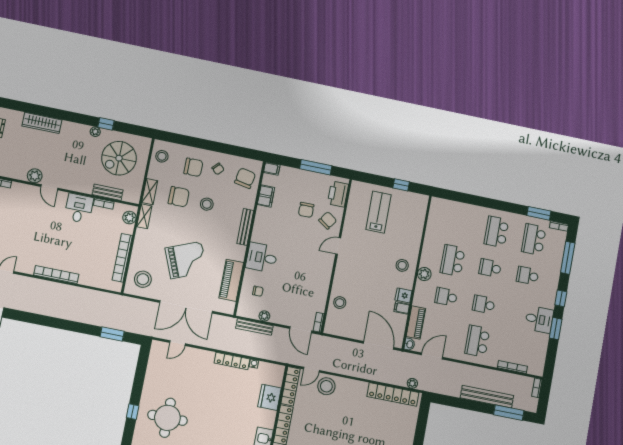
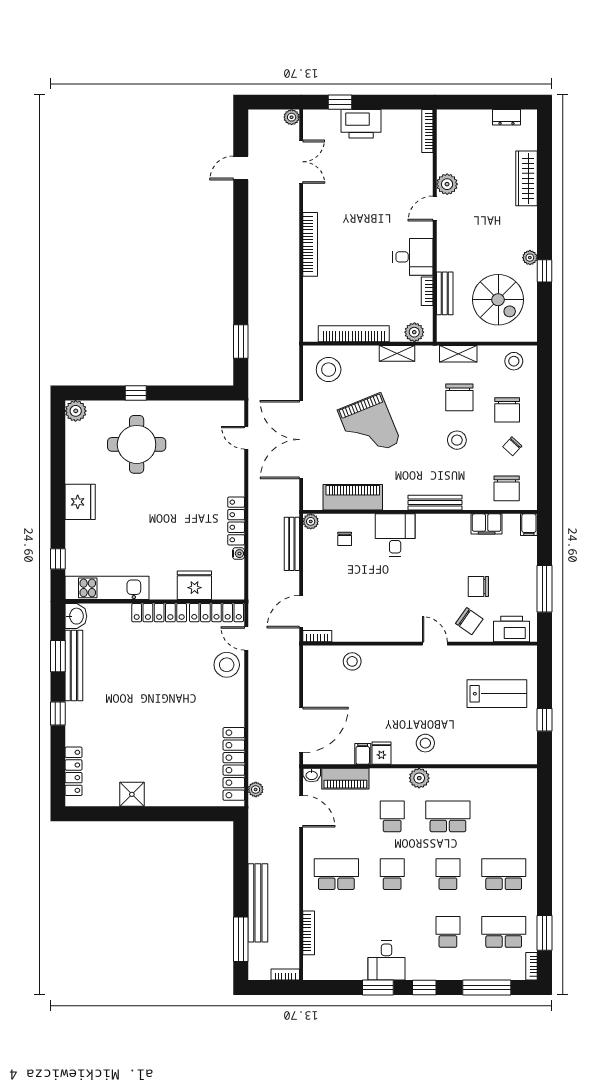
spiral stairs: (119, 158) -> (498, 300), turned 180
chair: (245, 178) -> (507, 488), turned 79
shelving: (144, 216) -> (397, 353), moved
plant: (264, 316) -> (311, 521), moved

